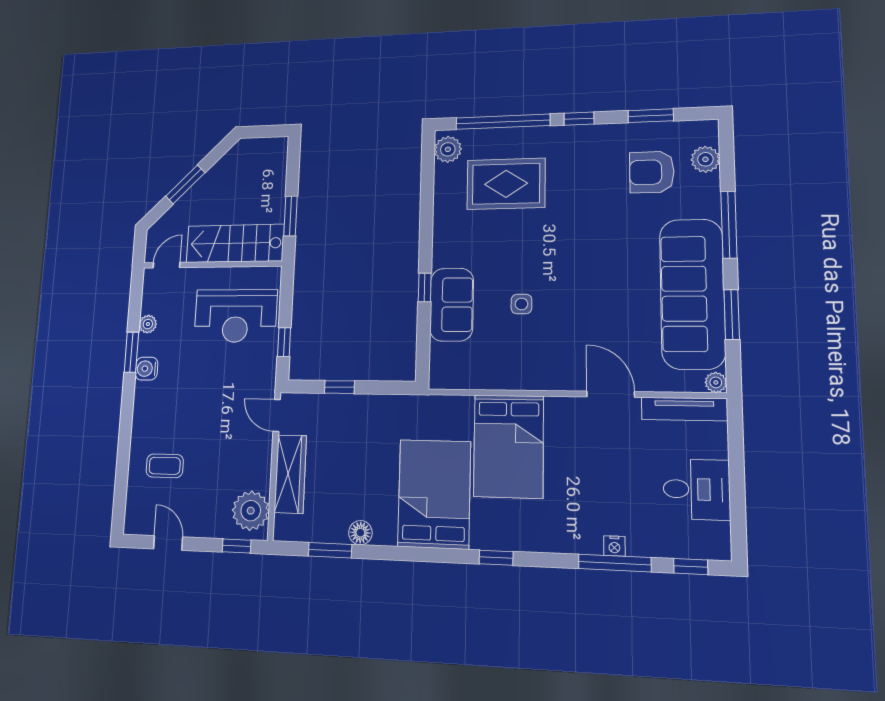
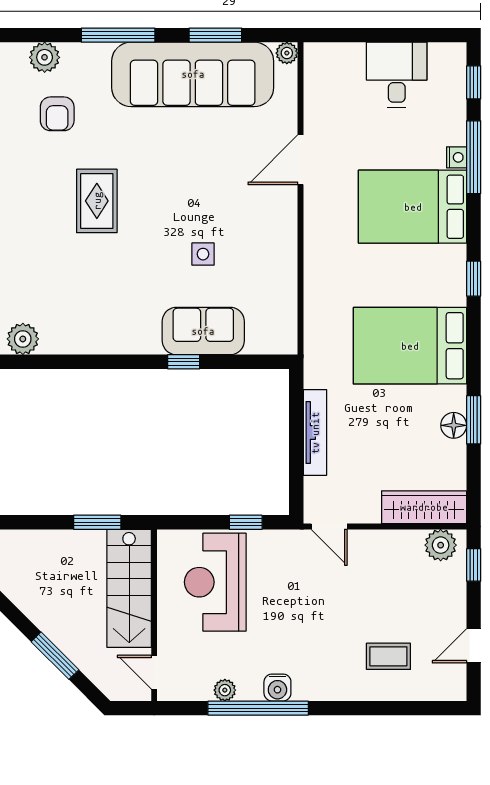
armchair: (652, 172) -> (57, 114), width x0.72, depth x0.72
rug: (506, 184) -> (97, 201), moved, width x0.73, depth x0.70
reception desk: (236, 316) -> (215, 582), turned 180
window: (131, 352) -> (258, 708), width x2.11
window: (339, 387) -> (296, 455), removed
tv unit: (684, 409) -> (315, 433), moved
door: (277, 415) -> (329, 526), hinge flipped
bed: (509, 446) -> (413, 207), moved, turned 180
coffee table: (165, 466) -> (388, 656), turned 90
wardrobe: (290, 474) -> (424, 507), moved
plant: (251, 511) -> (441, 545), width x0.73, depth x0.73
window: (330, 550) -> (474, 420), moved

